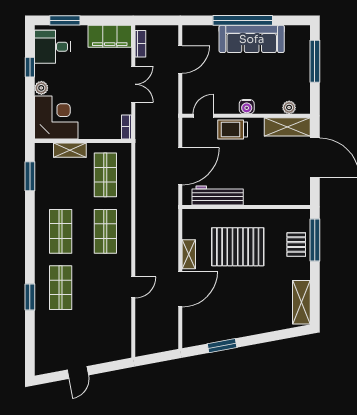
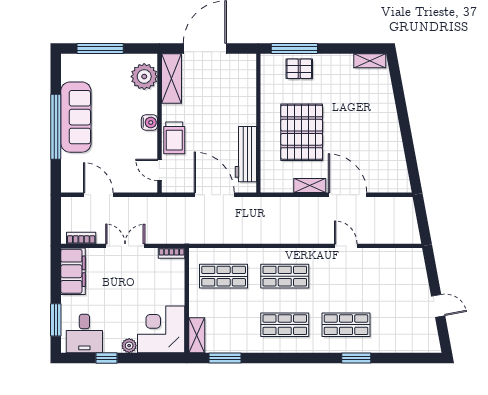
plant: (289, 107) -> (144, 77), width x1.87, depth x1.87
shelving: (70, 150) -> (197, 335), moved
shelving: (301, 302) -> (370, 61), width x0.67, depth x0.75
window: (222, 346) -> (409, 149), removed

